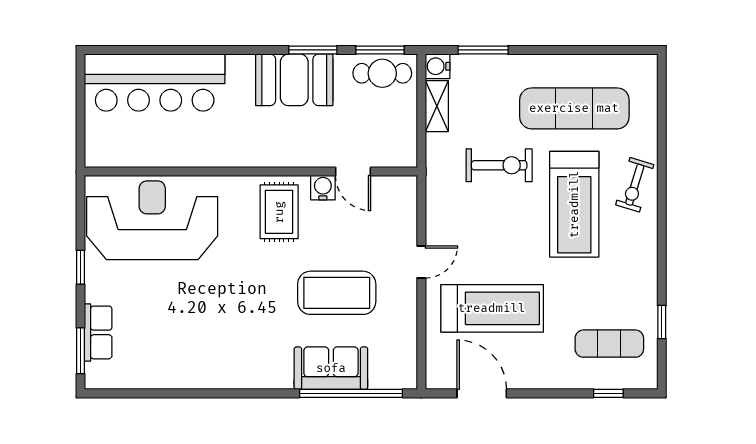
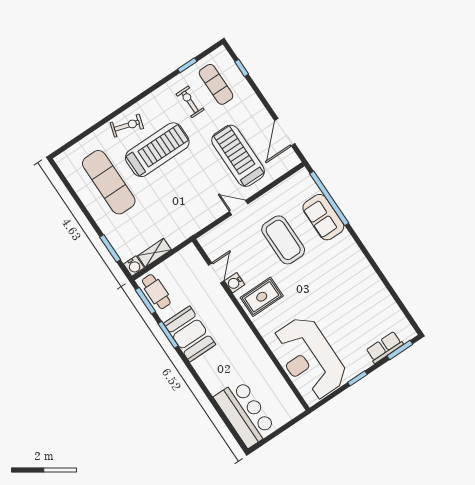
bar counter: (155, 83) -> (245, 413), width x0.73
exercise bike: (499, 165) -> (190, 102), moved, width x0.73, depth x0.72

